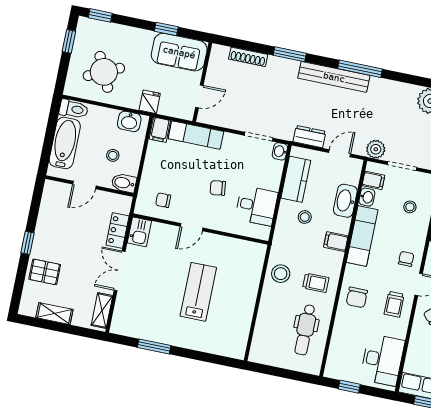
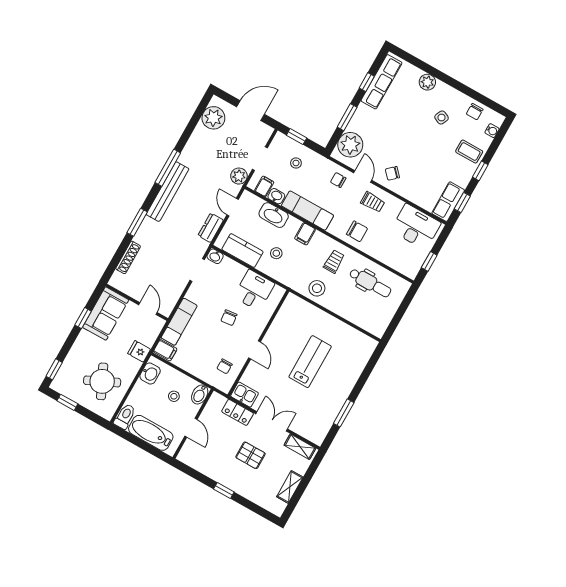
double door: (120, 271) -> (272, 421), swing flipped
pallet: (45, 272) -> (251, 455), moved, turned 90
lab bench: (198, 292) -> (310, 362), turned 90

